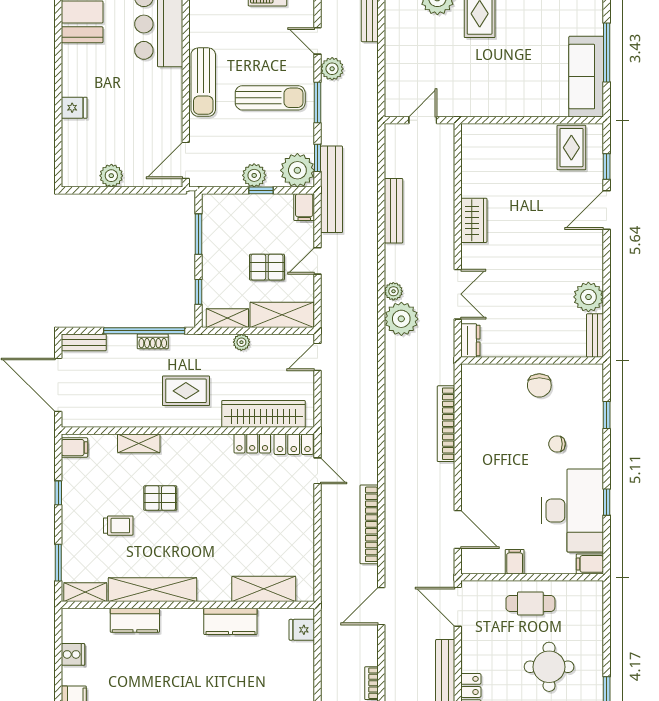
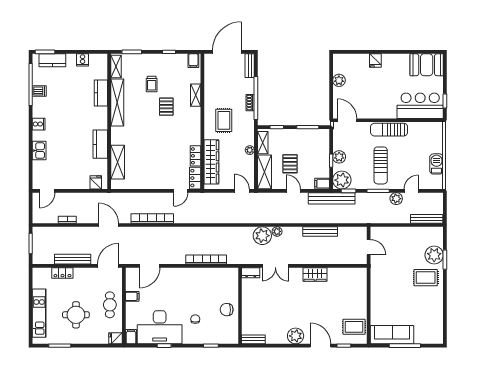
plant: (588, 297) -> (296, 336), moved
fridge: (593, 593) -> (115, 338), added

